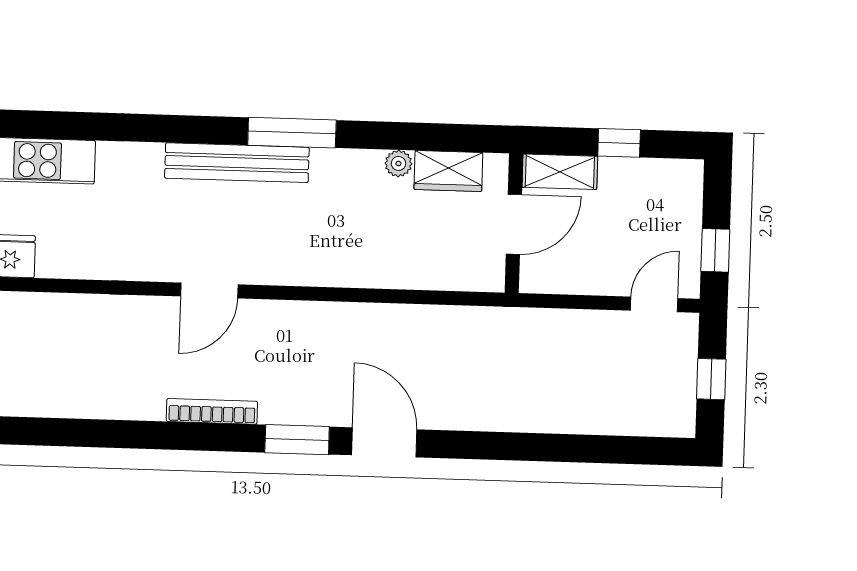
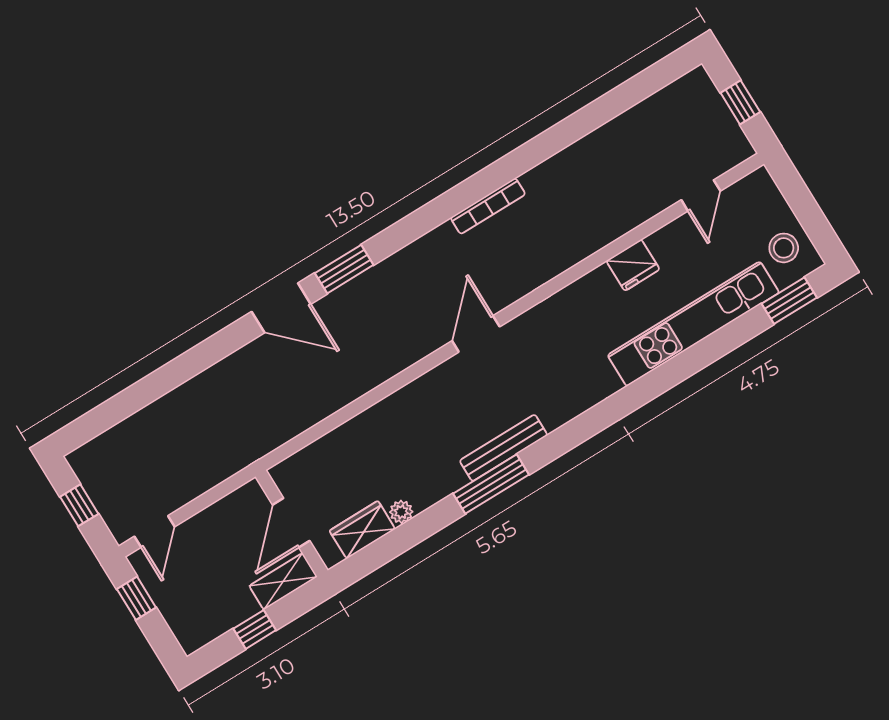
bench: (237, 163) -> (504, 448), width x0.73, depth x0.82
bookcase: (212, 411) -> (488, 206), moved

